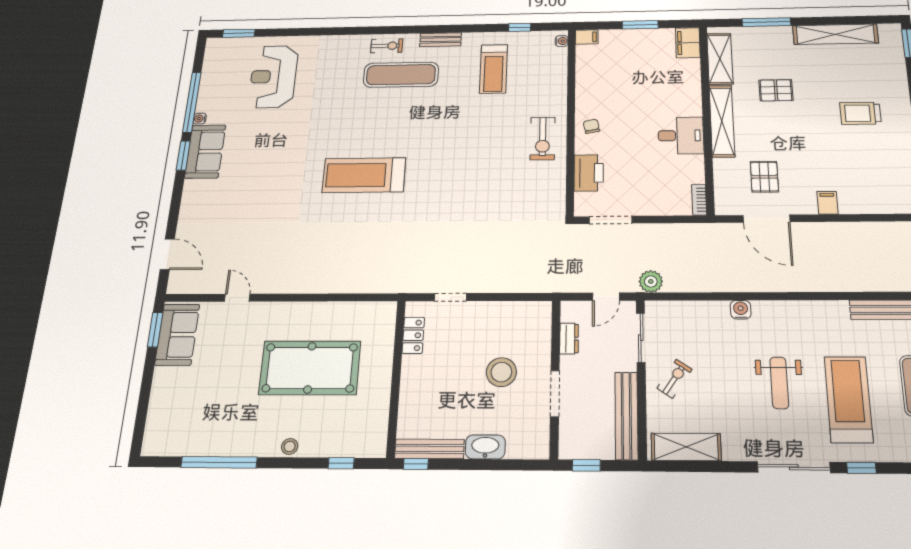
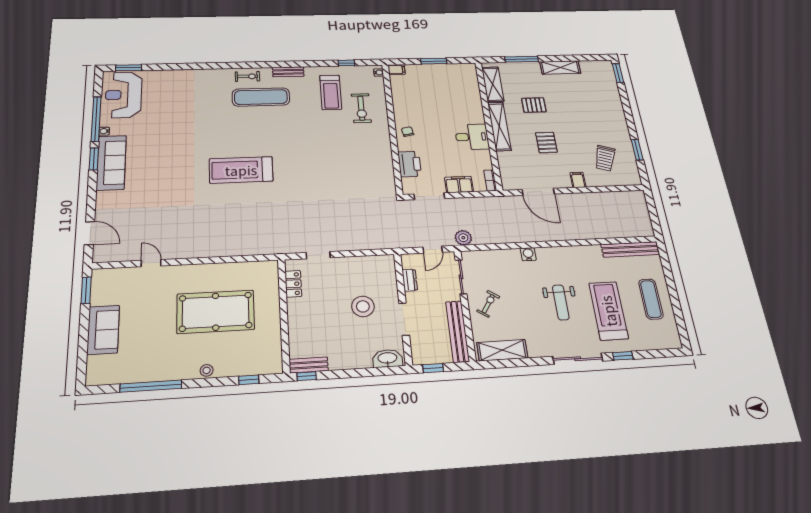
shelving: (835, 34) -> (560, 67), width x0.68
filing cabinet: (688, 43) -> (459, 185), moved, turned 90
reception desk: (273, 77) -> (124, 95), moved
trolley: (860, 113) -> (605, 158), moved, turned -72
exercise bike: (543, 138) -> (361, 108), moved
sofa: (205, 151) -> (111, 163), width x1.36
pallet: (764, 177) -> (546, 142), moved
sofa: (177, 335) -> (103, 330), moved
washbasin: (485, 447) -> (387, 358), moved
bench: (429, 449) -> (309, 365), width x0.73

